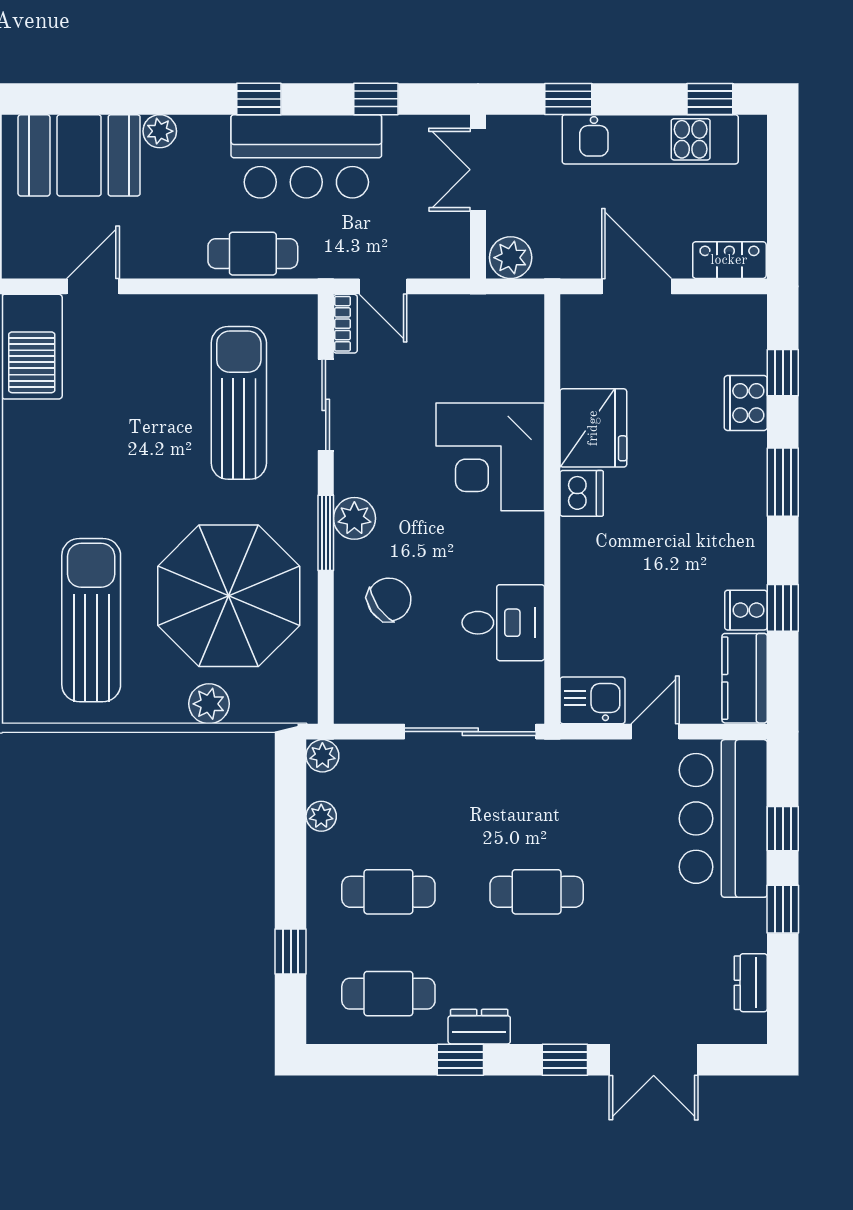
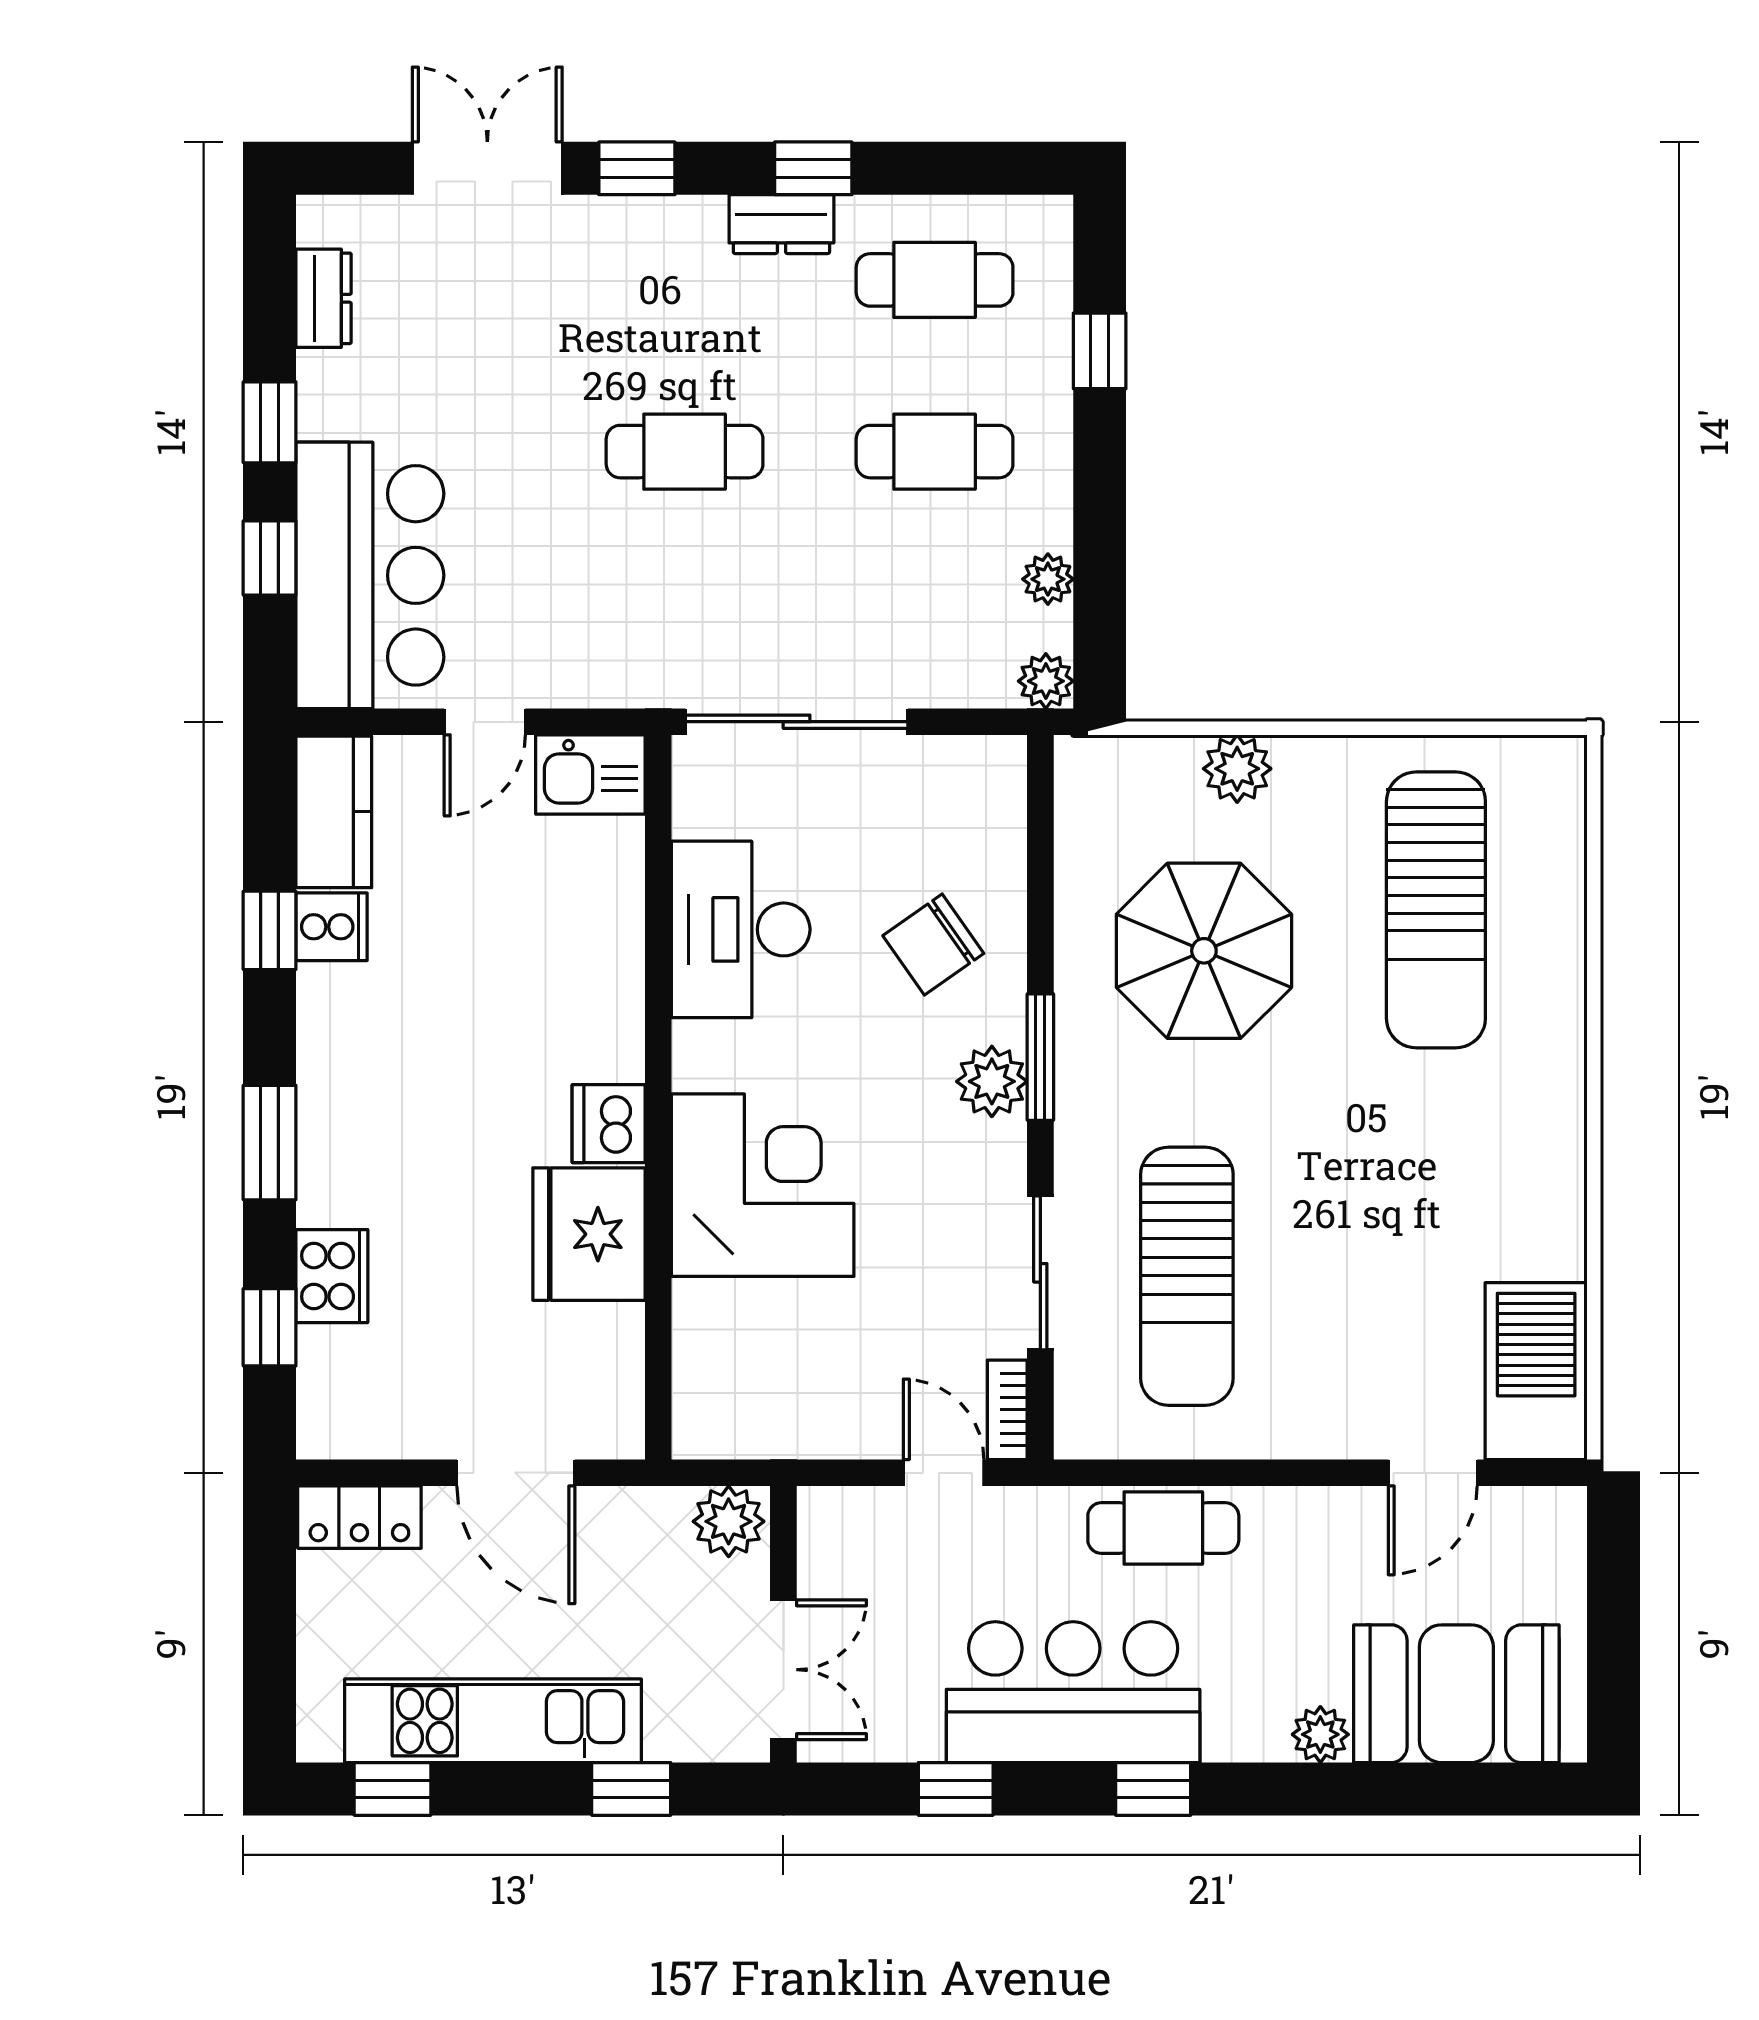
parasol: (229, 596) -> (1204, 951), width x0.73, depth x0.73
desk: (503, 623) -> (741, 929), width x1.37

